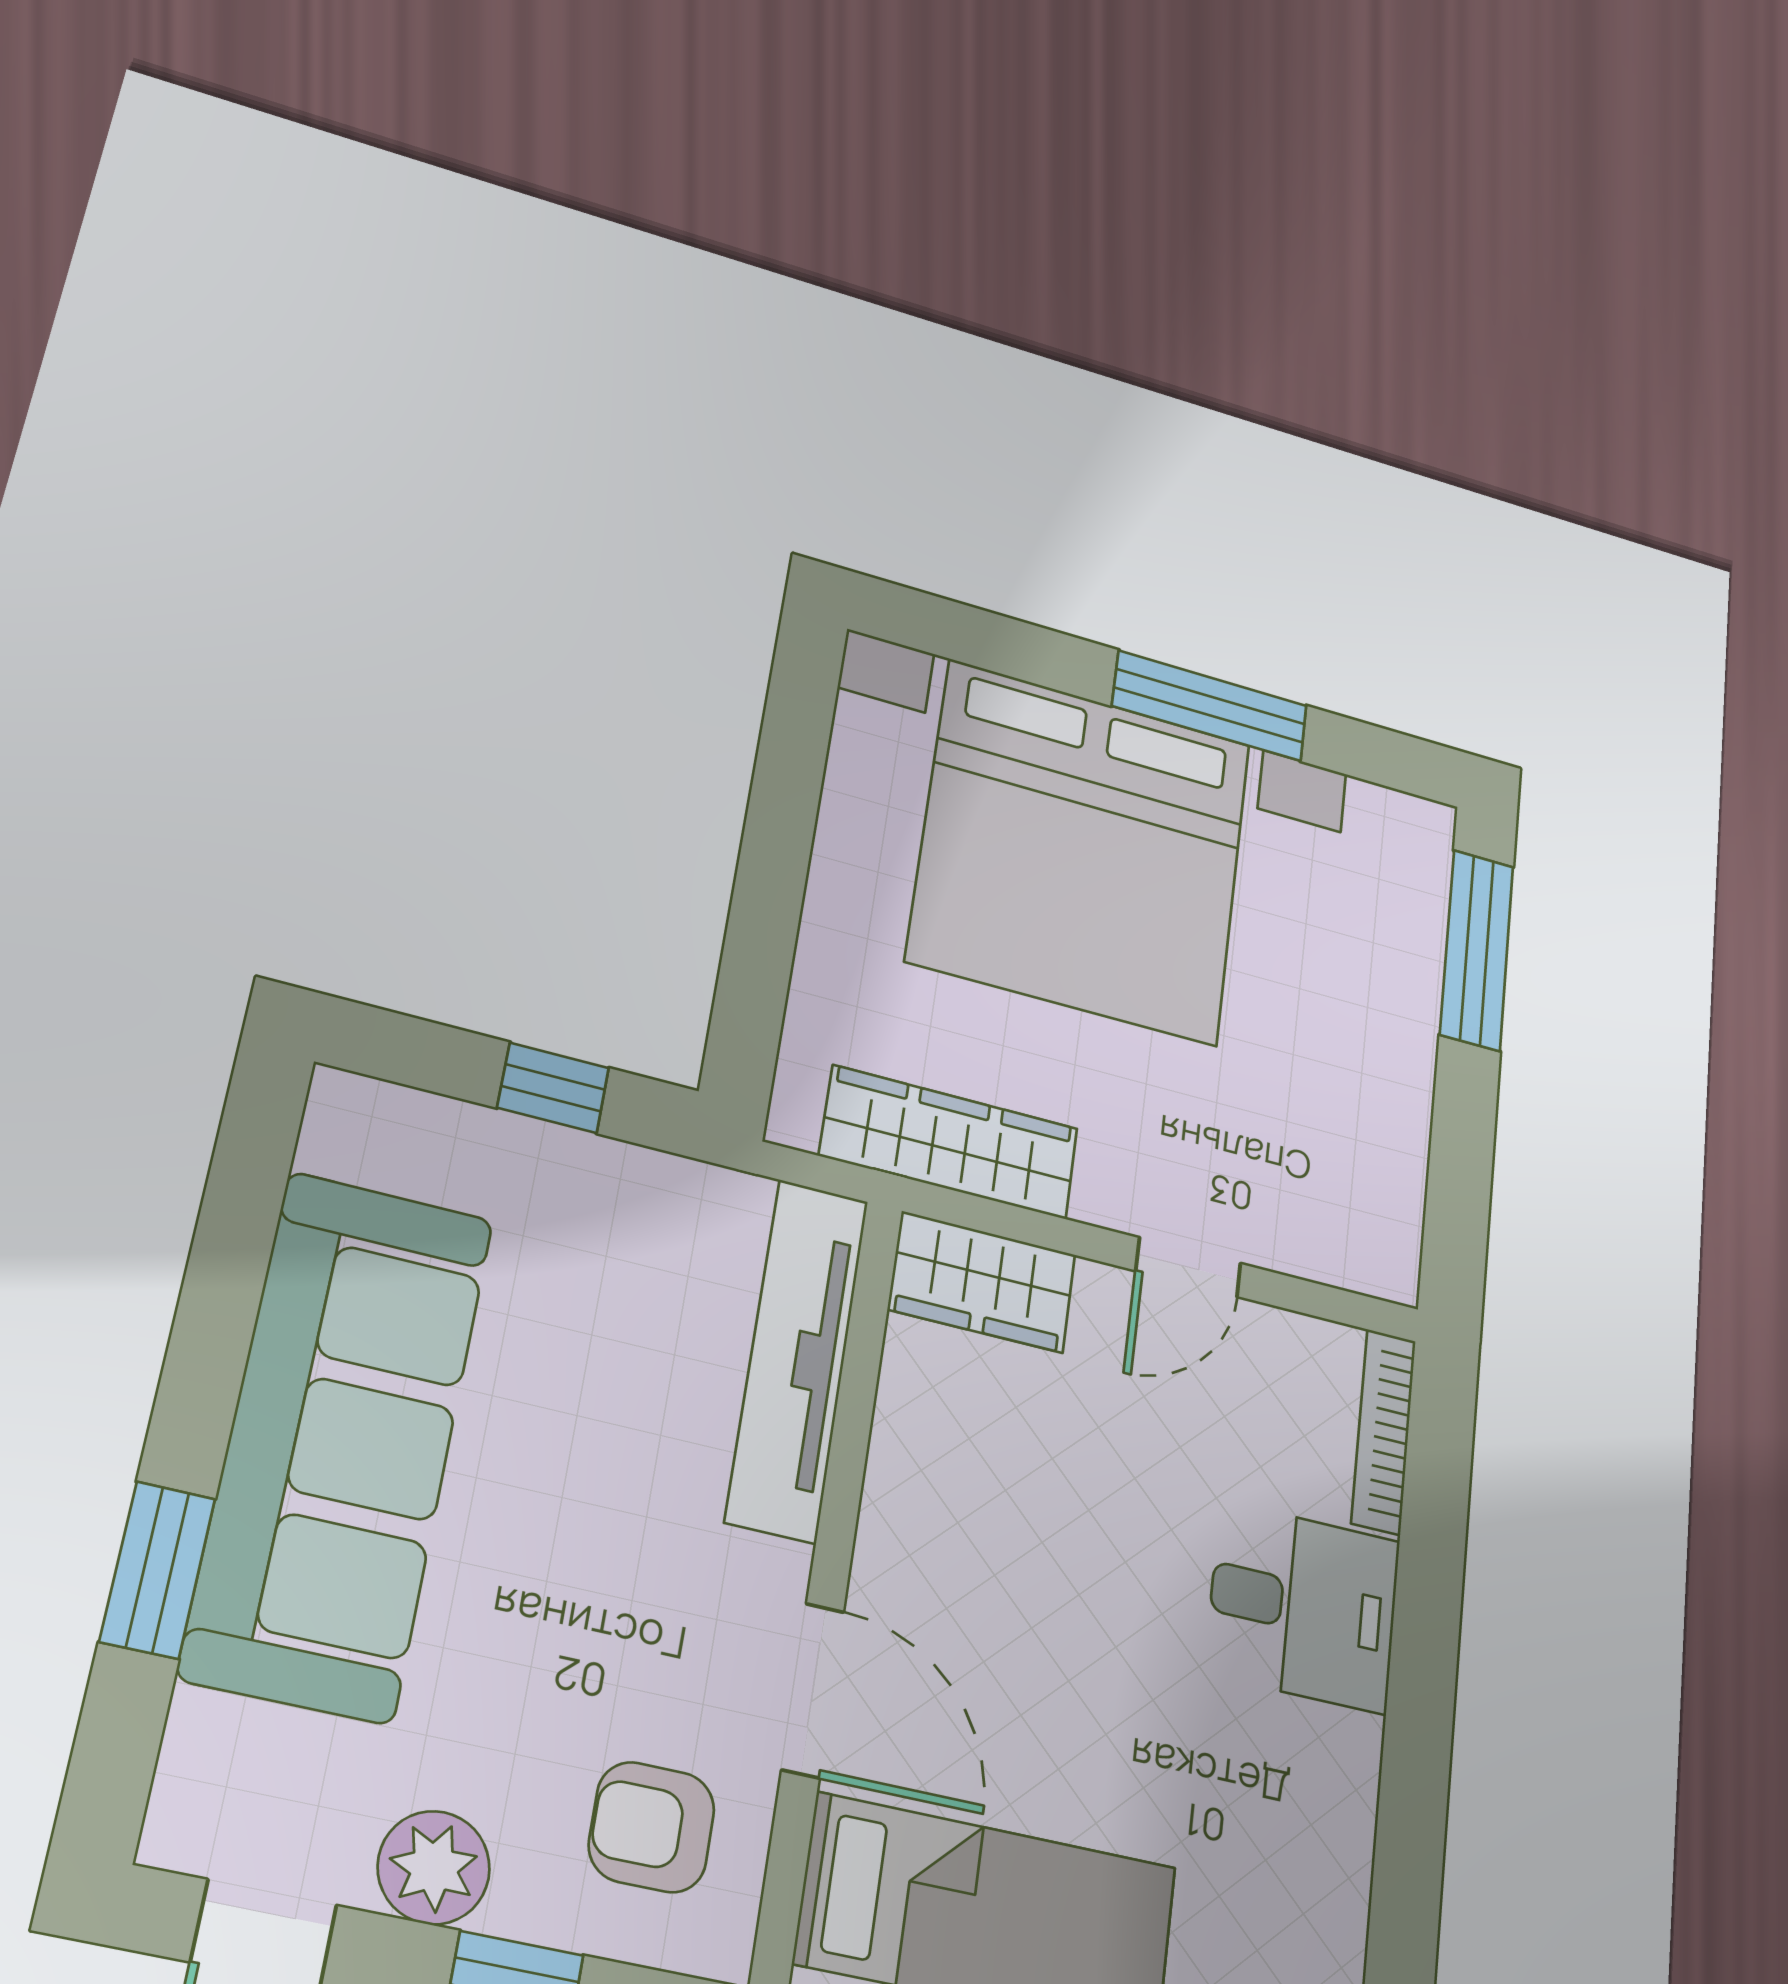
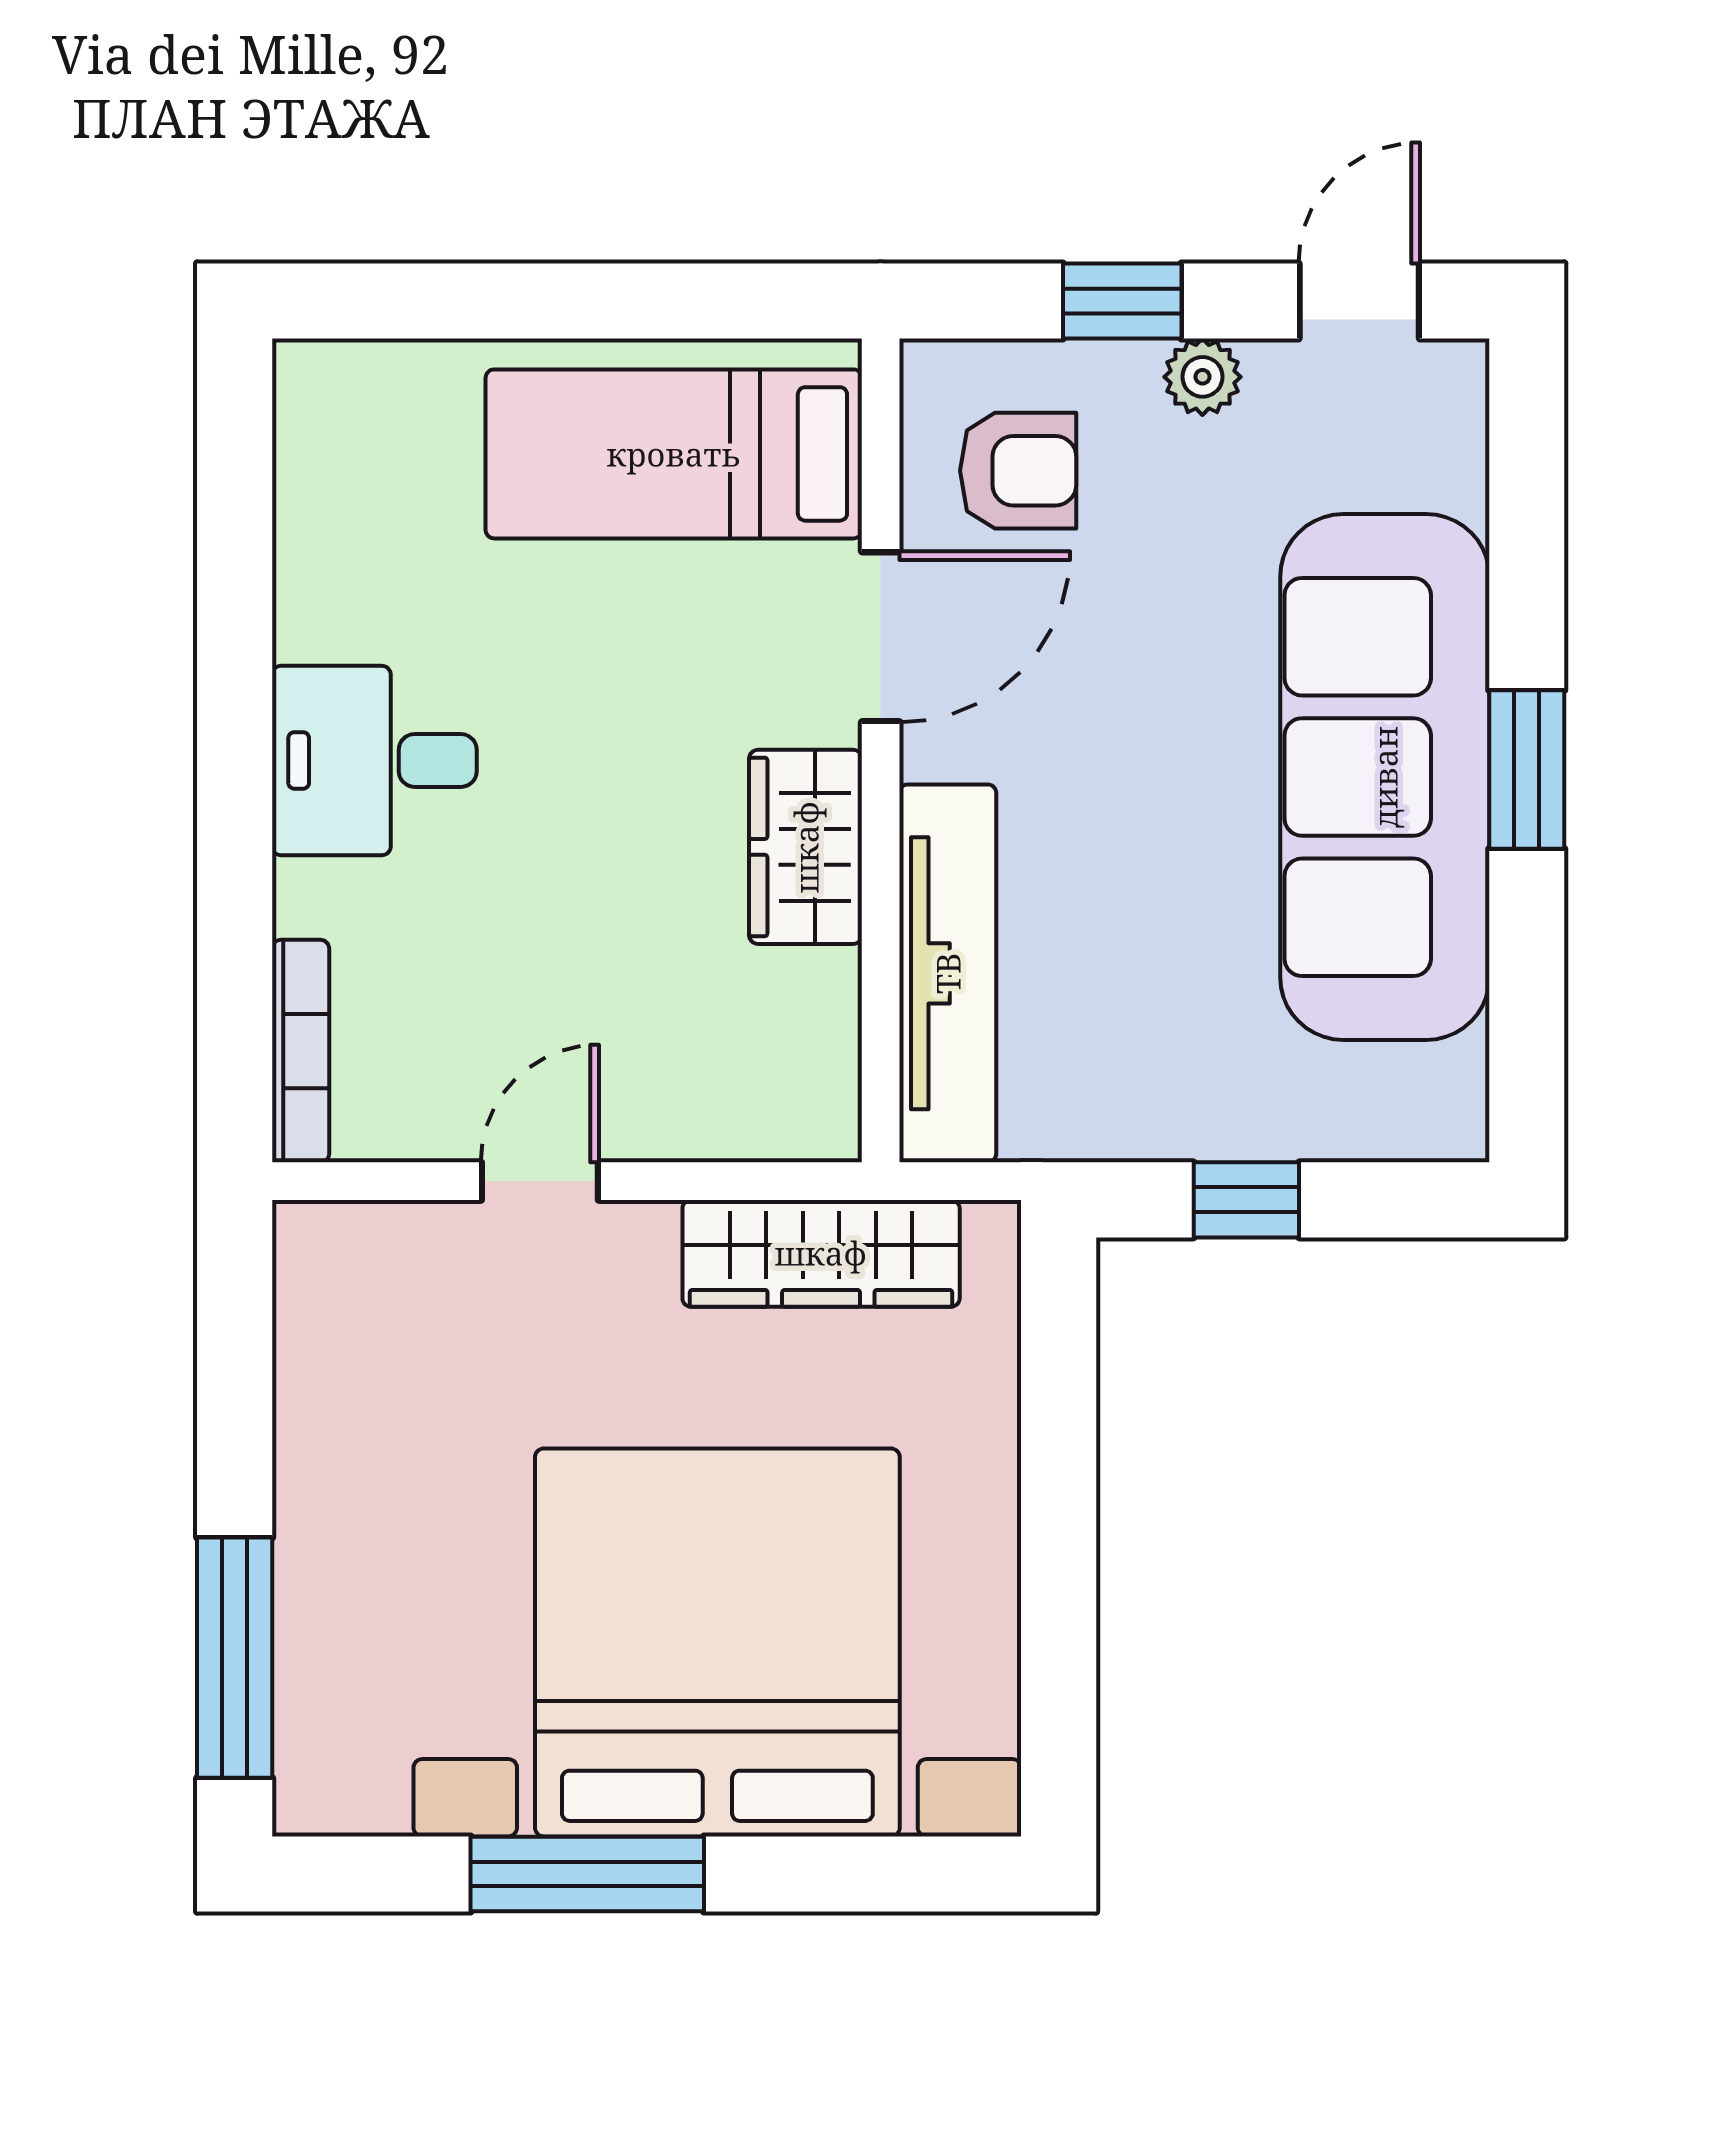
wardrobe: (982, 1282) -> (806, 847), moved, turned -90
window: (158, 1570) -> (1527, 770), moved
desk: (1303, 1607) -> (374, 760), moved
door: (813, 1690) -> (881, 637), swing flipped
plant: (434, 1867) -> (1202, 377), width x0.73, depth x0.73

